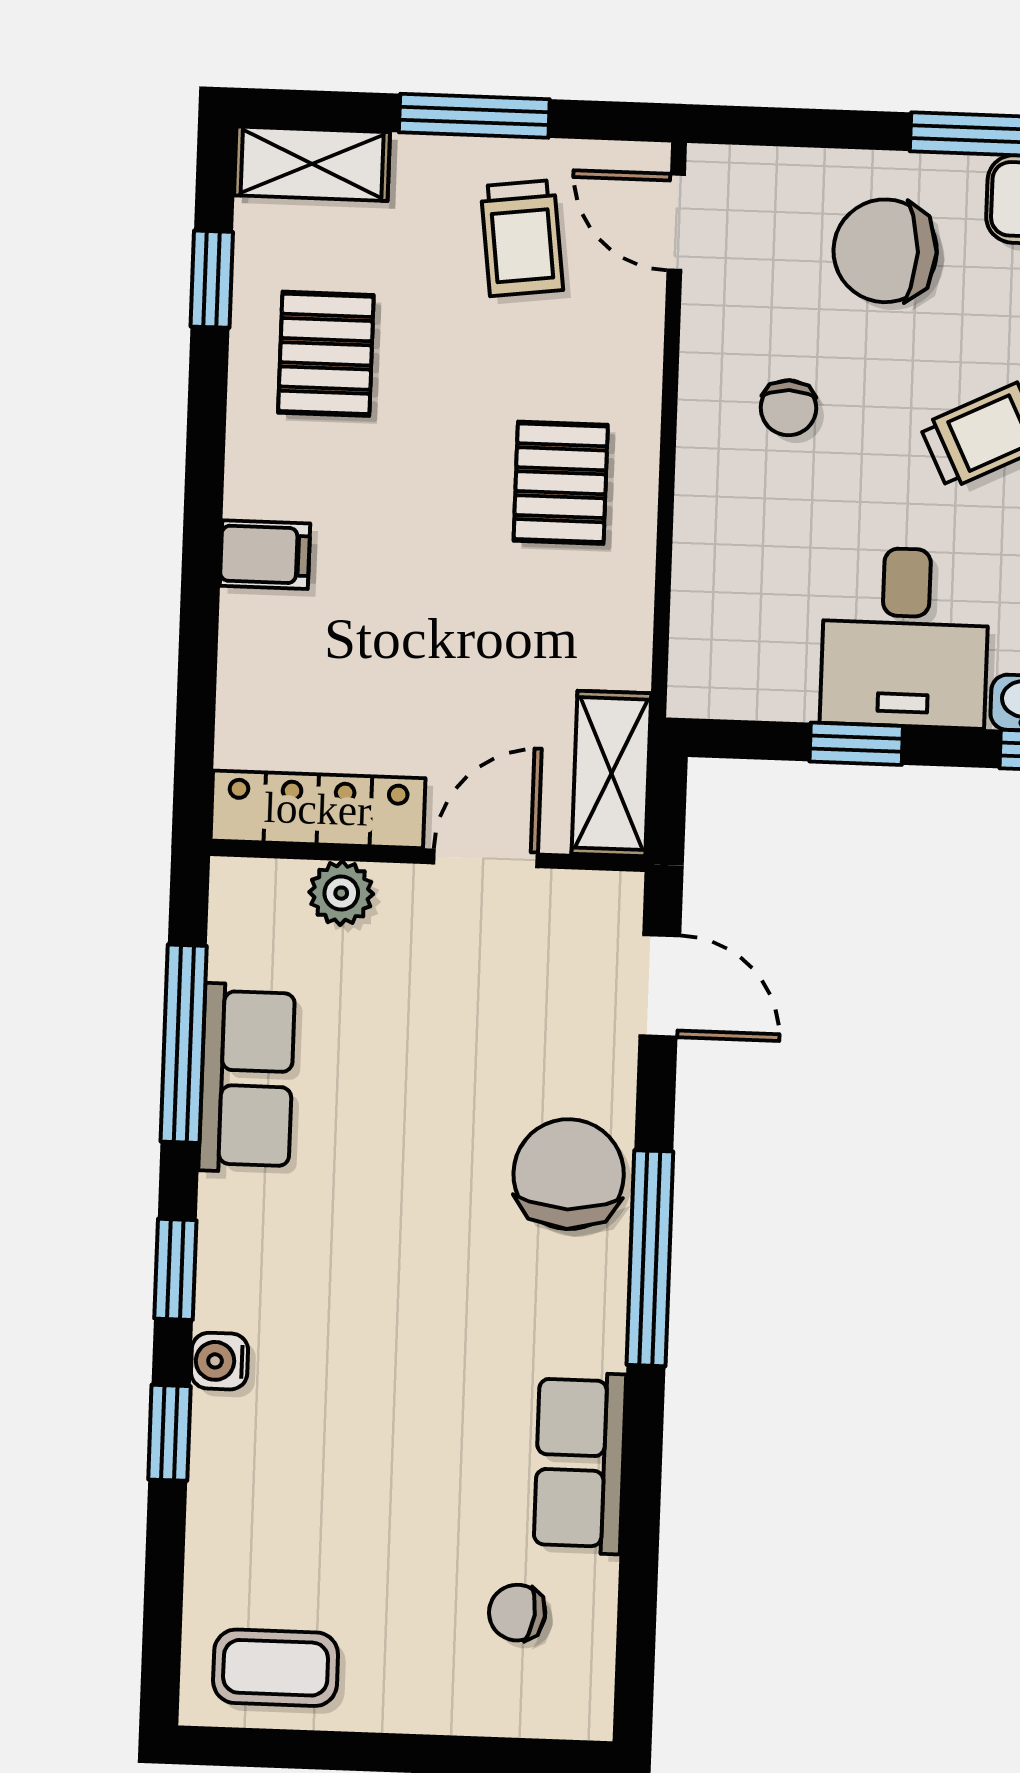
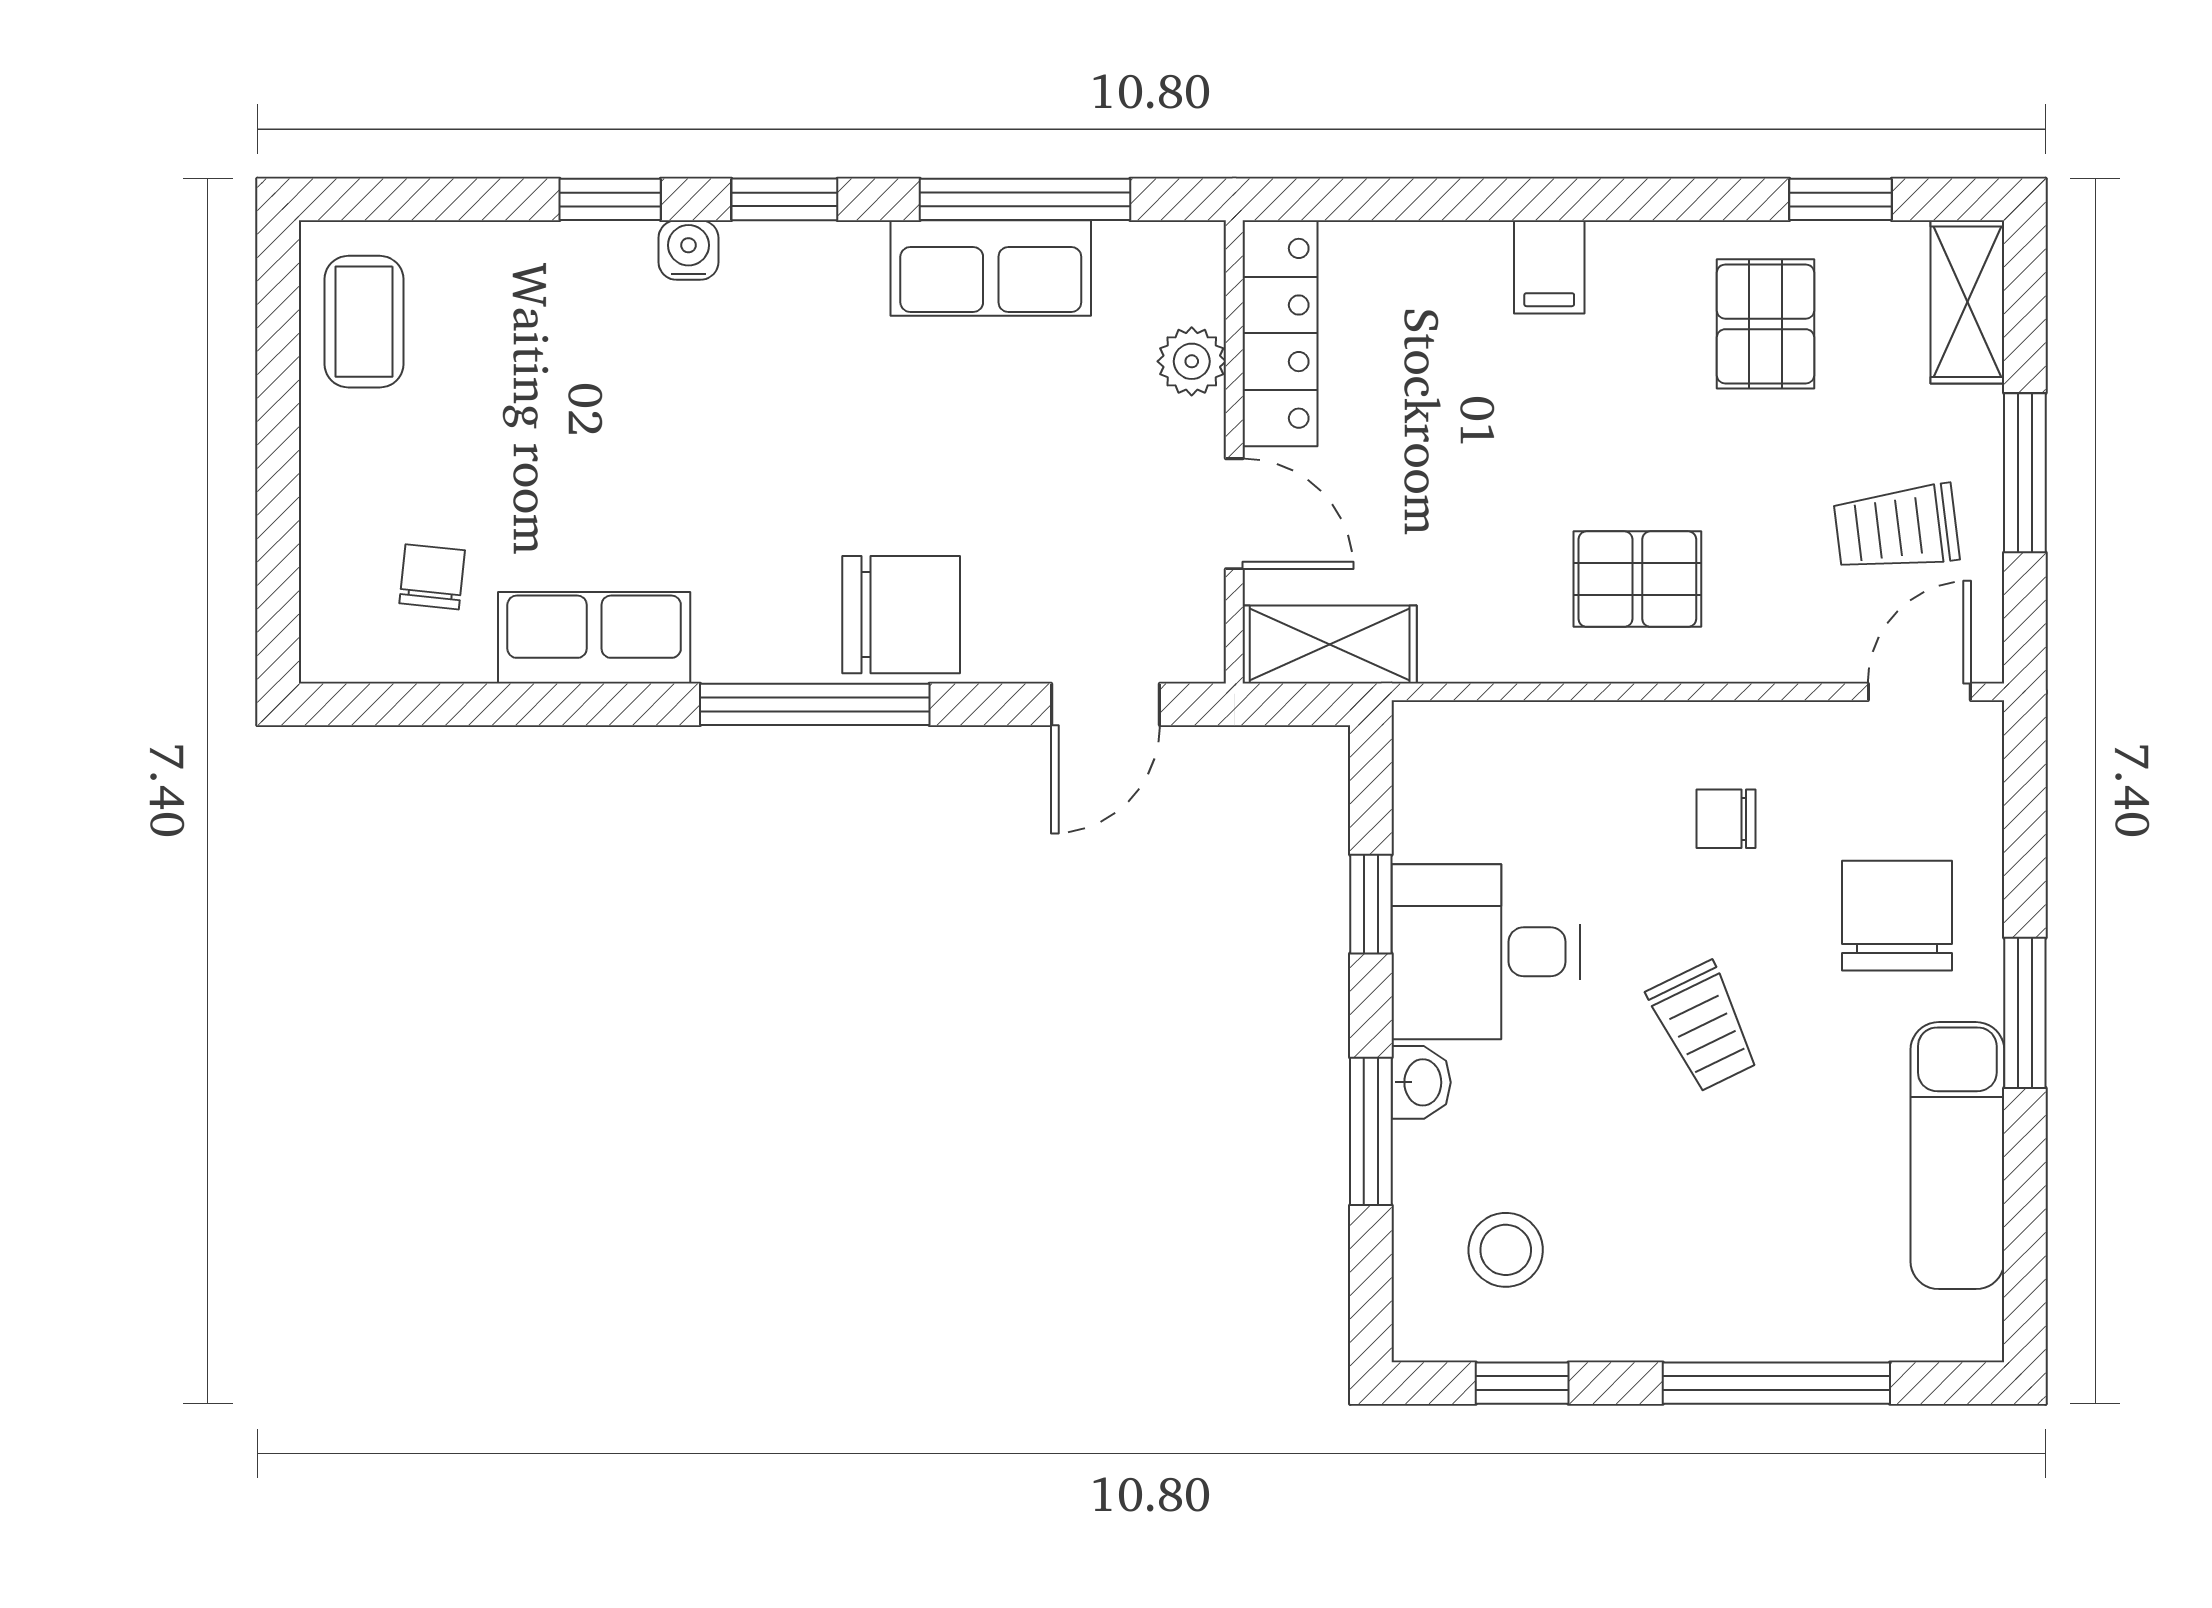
pallet: (326, 354) -> (1765, 324), turned 90

